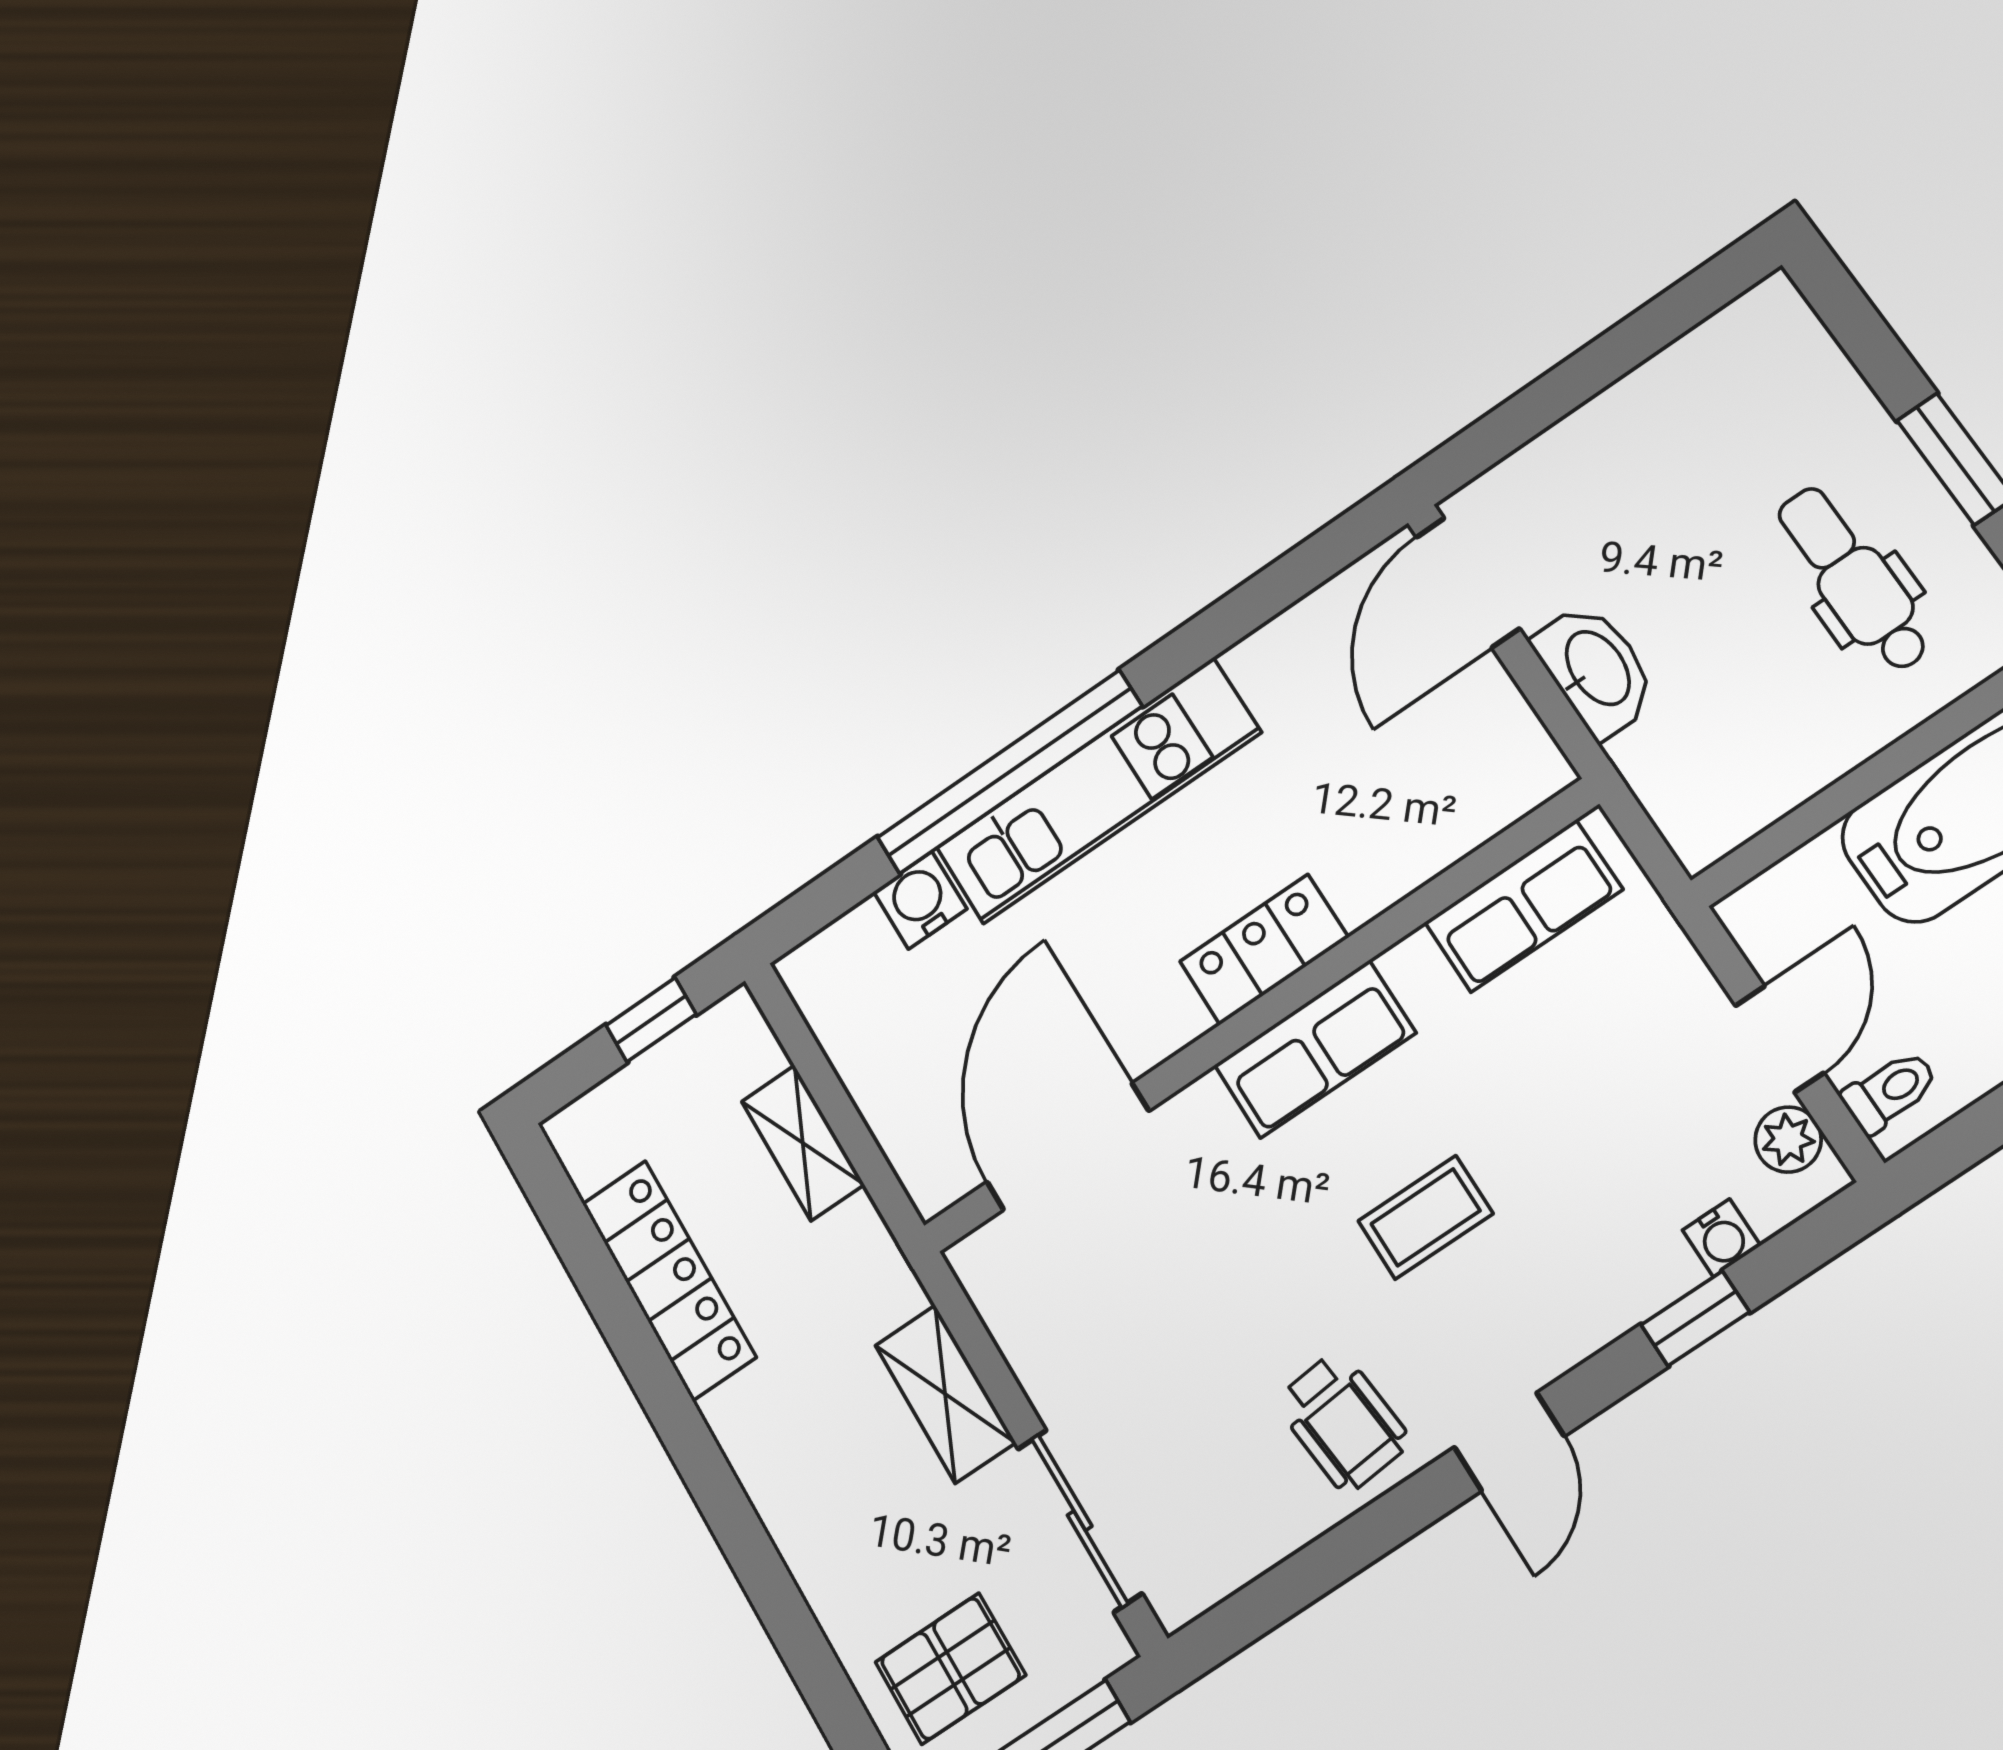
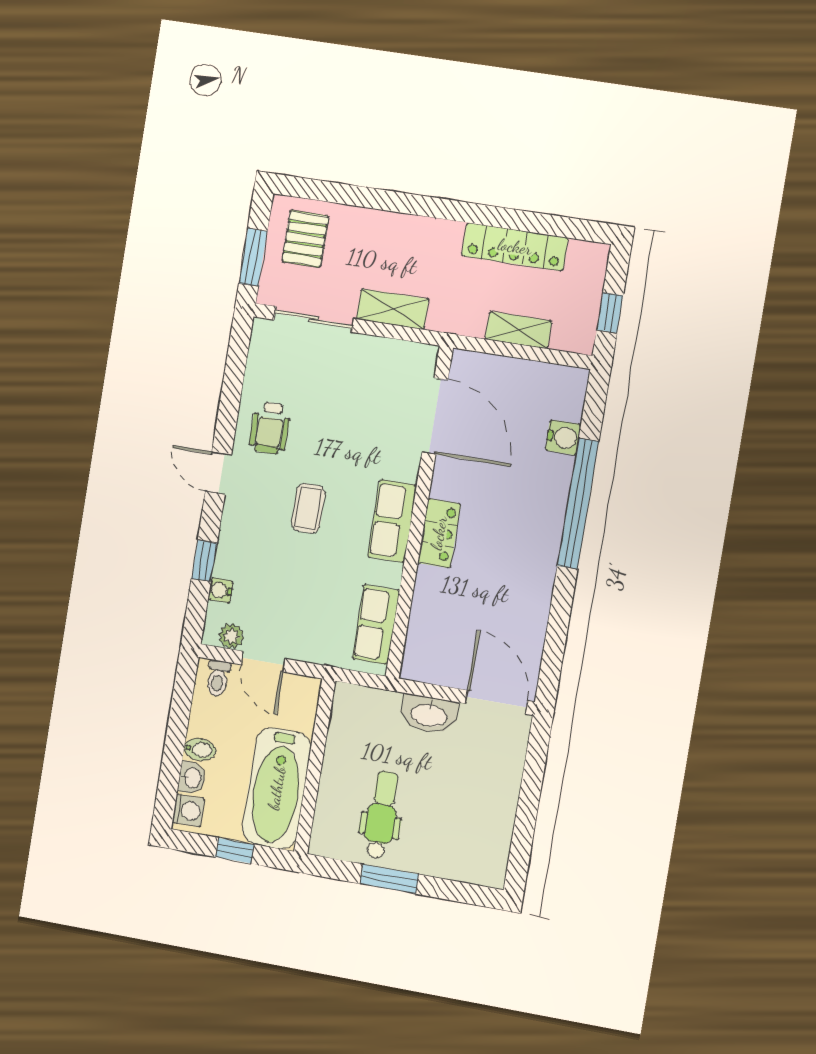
dental chair: (1854, 579) -> (382, 815), turned -90
kitchen unit: (1098, 791) -> (543, 527), removed
wheelchair: (1343, 1422) -> (270, 428), turned -84

